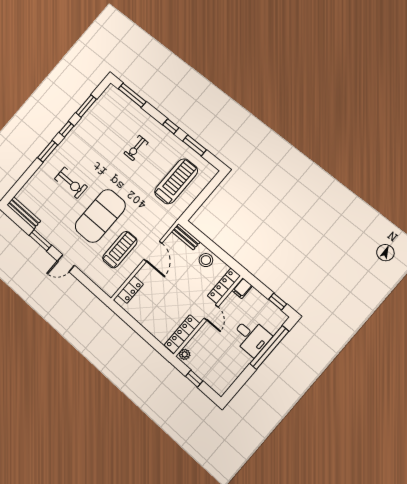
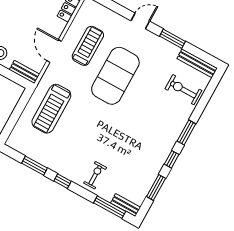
bench: (117, 95) -> (125, 205), added
exercise bike: (136, 148) -> (95, 175), moved
treadmill: (176, 181) -> (51, 109), moved
exercise bike: (71, 183) -> (183, 90), moved
treadmill: (120, 250) -> (88, 46), turned 180

